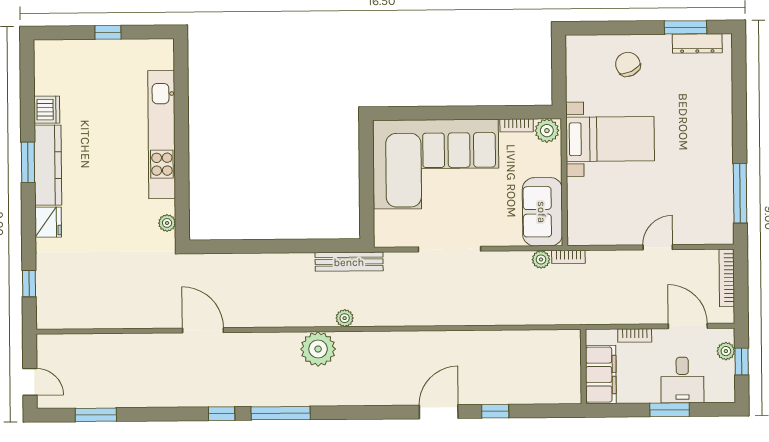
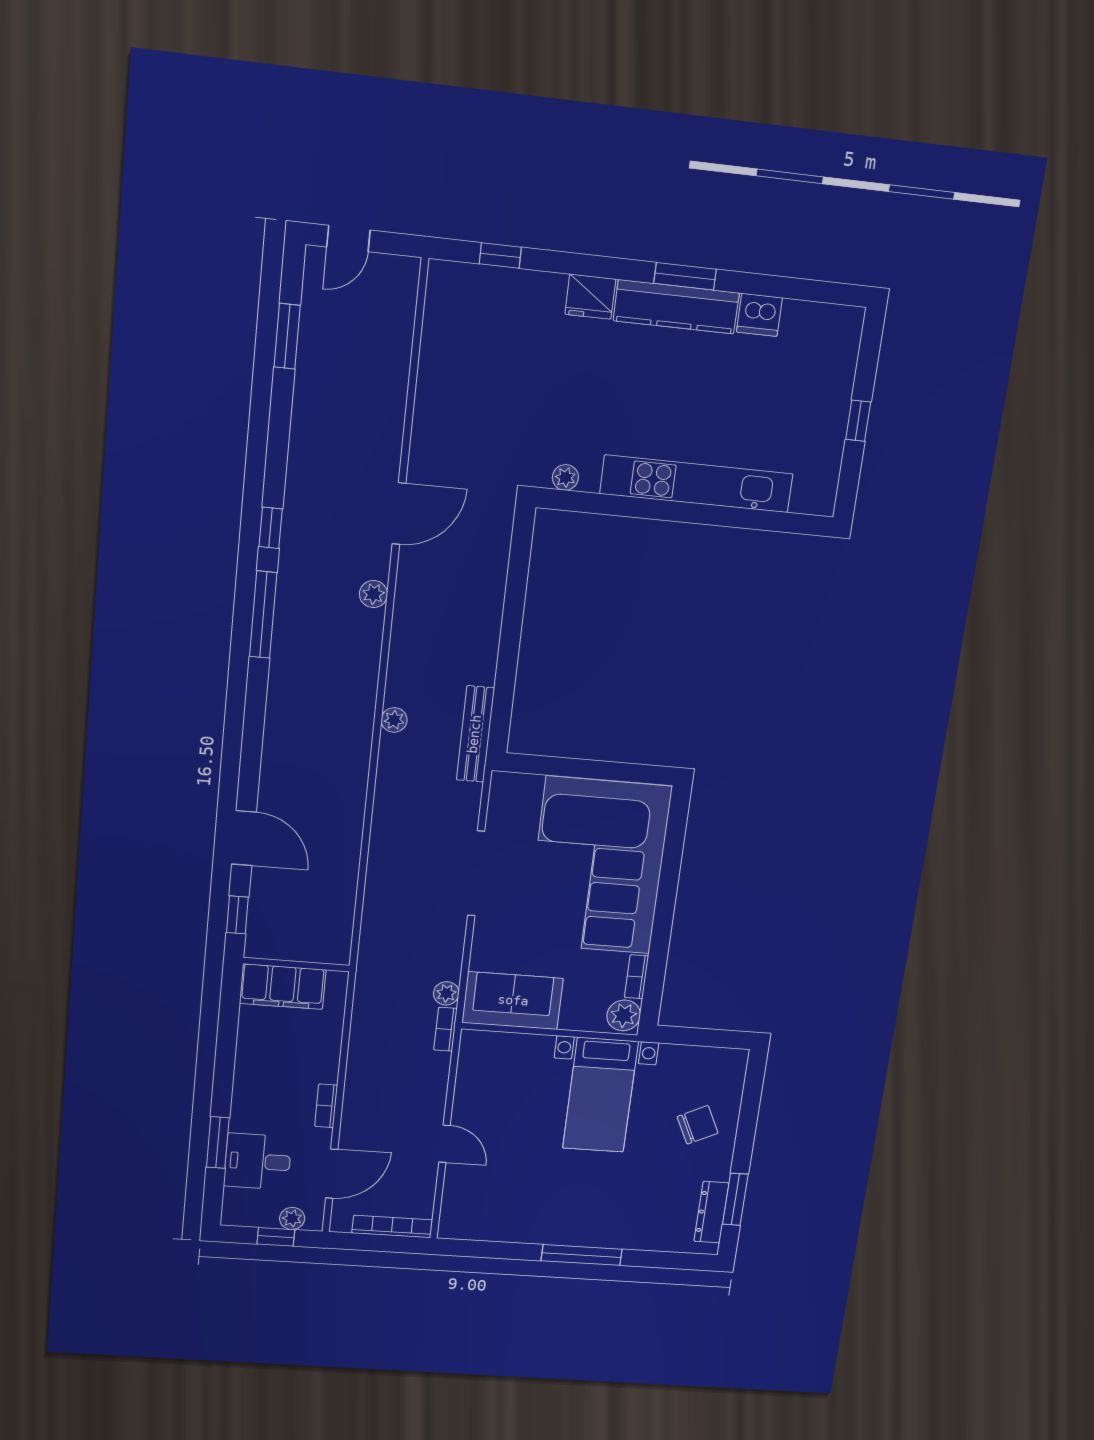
window: (740, 193) -> (582, 1255), moved
plant: (318, 349) -> (373, 594), moved, width x0.53, depth x0.53
wall: (583, 367) -> (296, 965), moved
filing cabinet: (601, 375) -> (283, 987), moved

